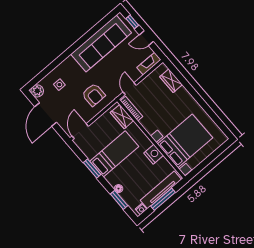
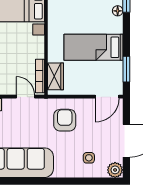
door: (130, 89) -> (25, 97), swing flipped
nightstand: (154, 154) -> (56, 15), removed
window: (92, 169) -> (126, 69), moved

